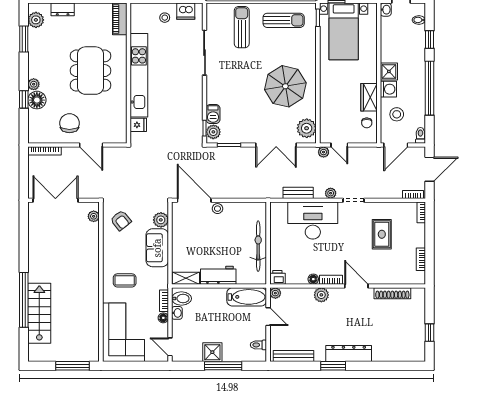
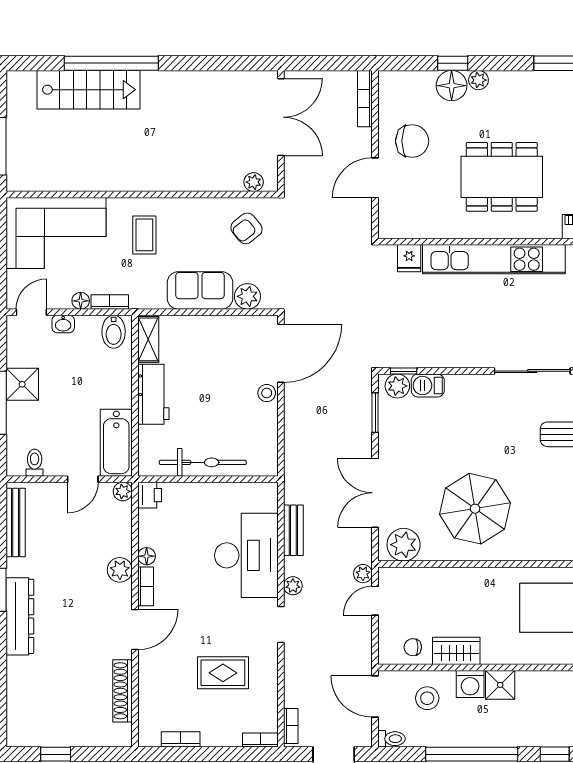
washbasin: (177, 313) -> (63, 324), moved

